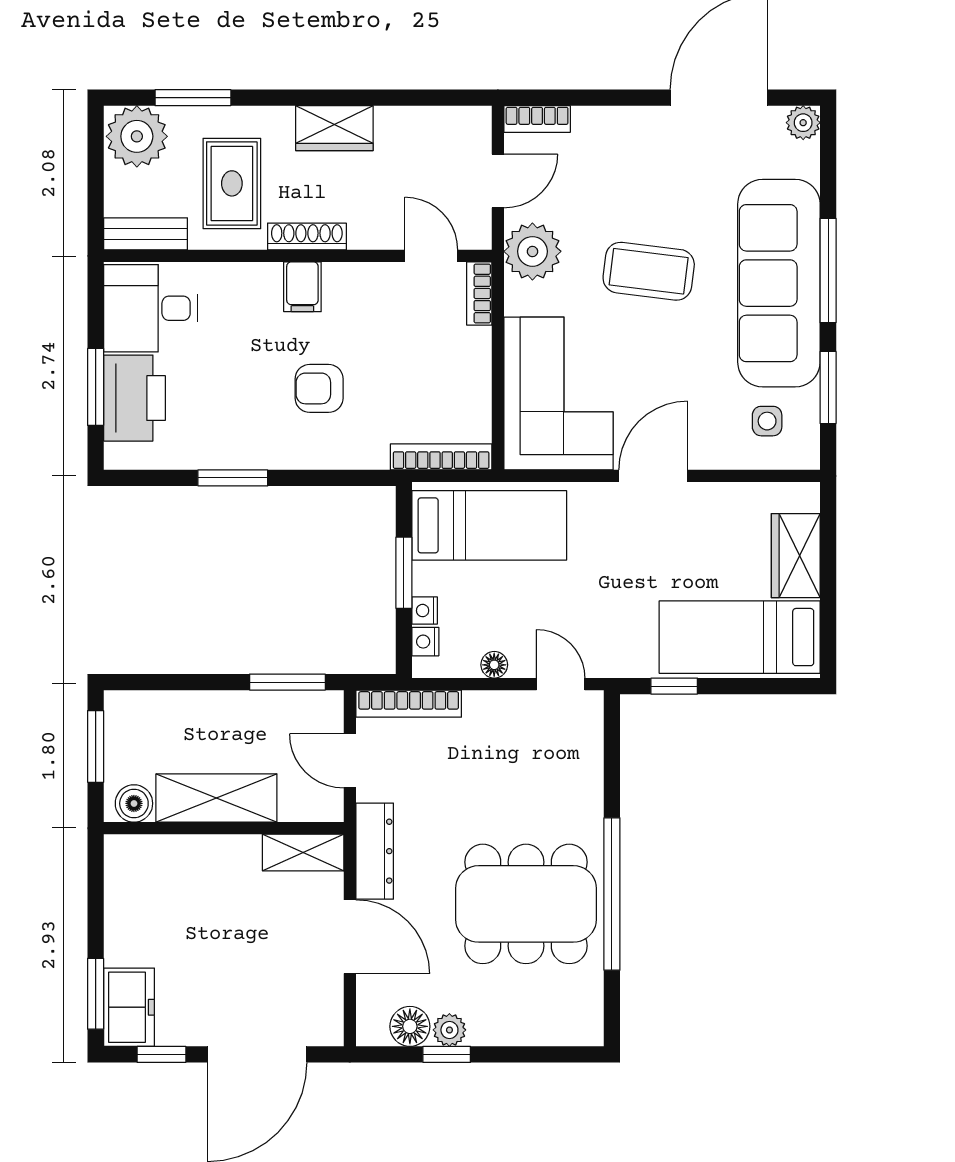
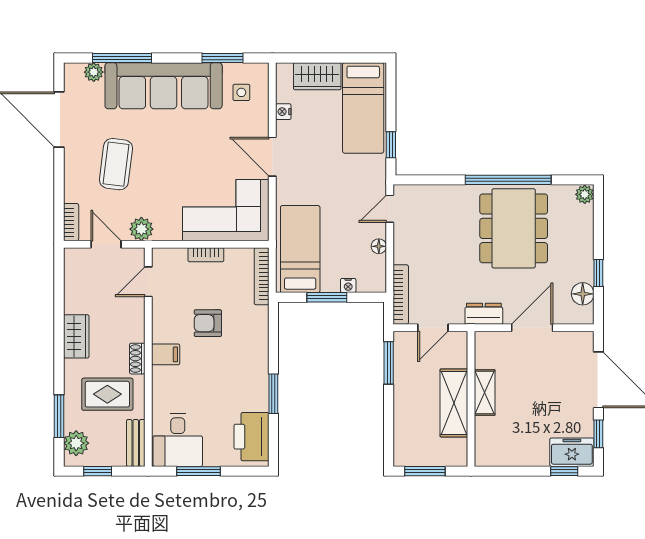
plant: (803, 123) -> (94, 72), moved
plant: (137, 136) -> (76, 443), width x0.73, depth x0.73
window: (96, 166) -> (98, 471), added
shoe rack: (307, 236) -> (137, 359), width x0.70
plant: (532, 251) -> (141, 229), width x0.73, depth x0.73
window: (828, 270) -> (122, 58), moved
coffee table: (649, 271) -> (116, 164), moved
bookcase: (479, 293) -> (206, 255), moved
window: (96, 387) -> (199, 471), moved
armchair: (319, 388) -> (208, 323), moved, turned 90
printer: (134, 398) -> (252, 437), moved, turned -90
nightstand: (425, 642) -> (283, 112), moved, turned 90
boiler: (134, 803) -> (457, 449), removed
dresser: (375, 851) -> (484, 314), width x0.70
shelving: (303, 853) -> (485, 392), moved
window: (96, 994) -> (564, 471), width x0.67
plant: (449, 1030) -> (585, 194), moved

